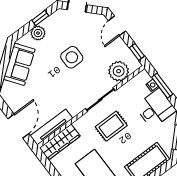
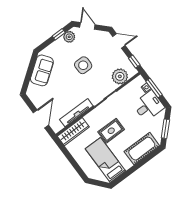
door: (117, 26) -> (119, 41), swing flipped
plant: (38, 33) -> (69, 37), moved
rug: (111, 126) -> (111, 131), moved
tv unit: (51, 127) -> (76, 113), moved

